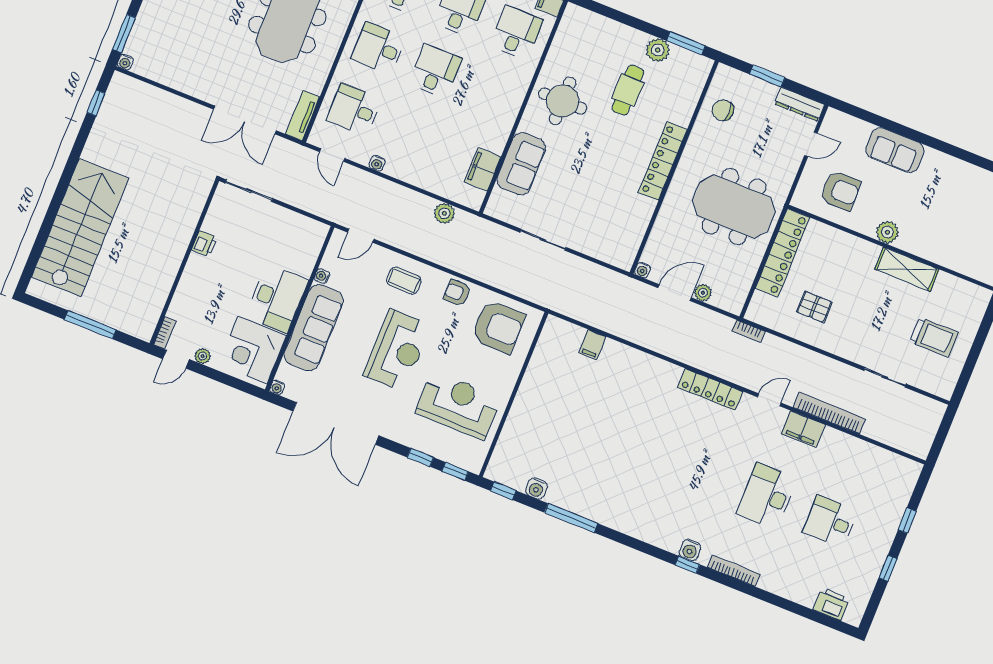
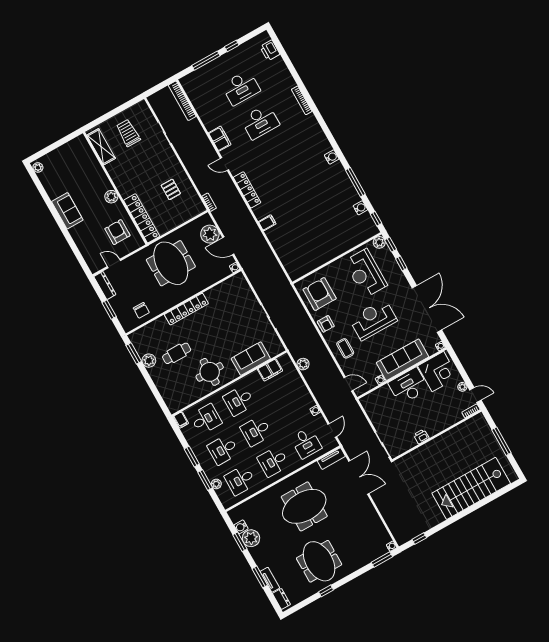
desk: (516, 33) -> (206, 419), turned 180
desk: (379, 48) -> (273, 462), turned 90
desk: (492, 94) -> (239, 401), added
sofa: (895, 150) -> (67, 211), moved
locker: (783, 253) -> (142, 218), moved, turned 90
shelving: (907, 269) -> (101, 147), moved
plant: (703, 293) -> (210, 234), width x1.87, depth x1.87
filing cabinet: (592, 345) -> (267, 223), moved
bookcase: (829, 413) -> (182, 101), moved
plant: (473, 462) -> (379, 242), added
window: (907, 520) -> (206, 61), width x2.17
desk: (830, 522) -> (241, 88), width x1.37
water cooler: (690, 550) -> (332, 157), moved
window: (687, 565) -> (320, 120), removed

